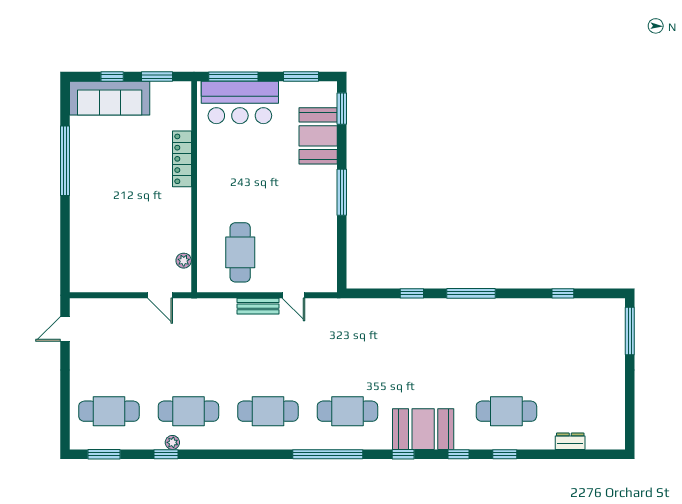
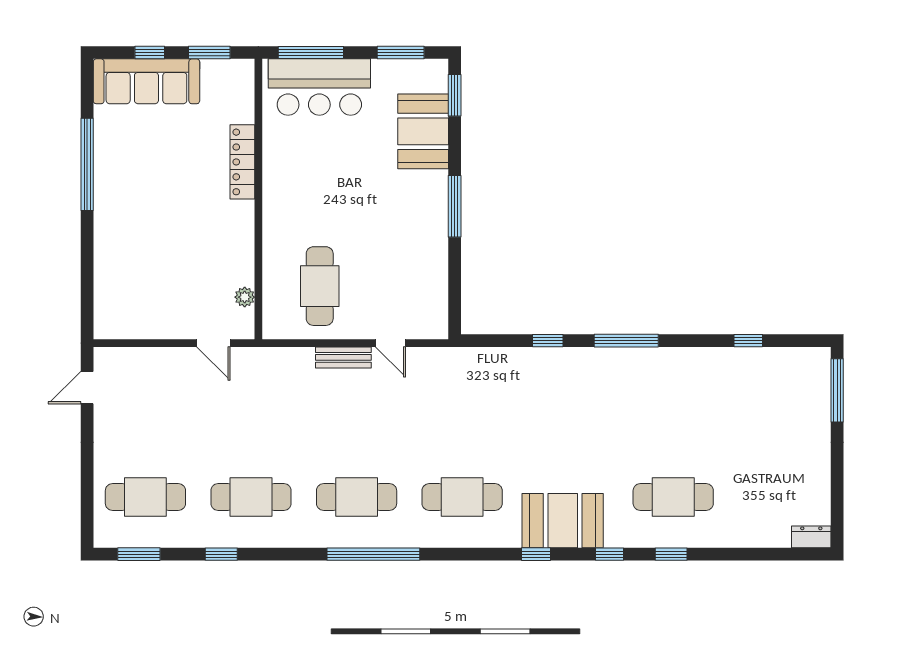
dresser: (570, 441) -> (811, 537), moved
plant: (172, 442) -> (230, 539), removed
window: (328, 454) -> (373, 554), moved

